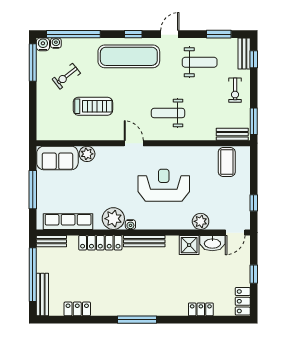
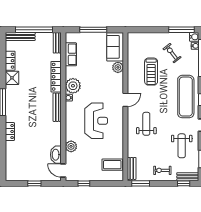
row of seats: (68, 222) -> (71, 54), width x0.68
shower: (189, 245) -> (12, 78), moved
locker: (243, 301) -> (15, 176), removed
locker: (201, 309) -> (10, 132), moved

